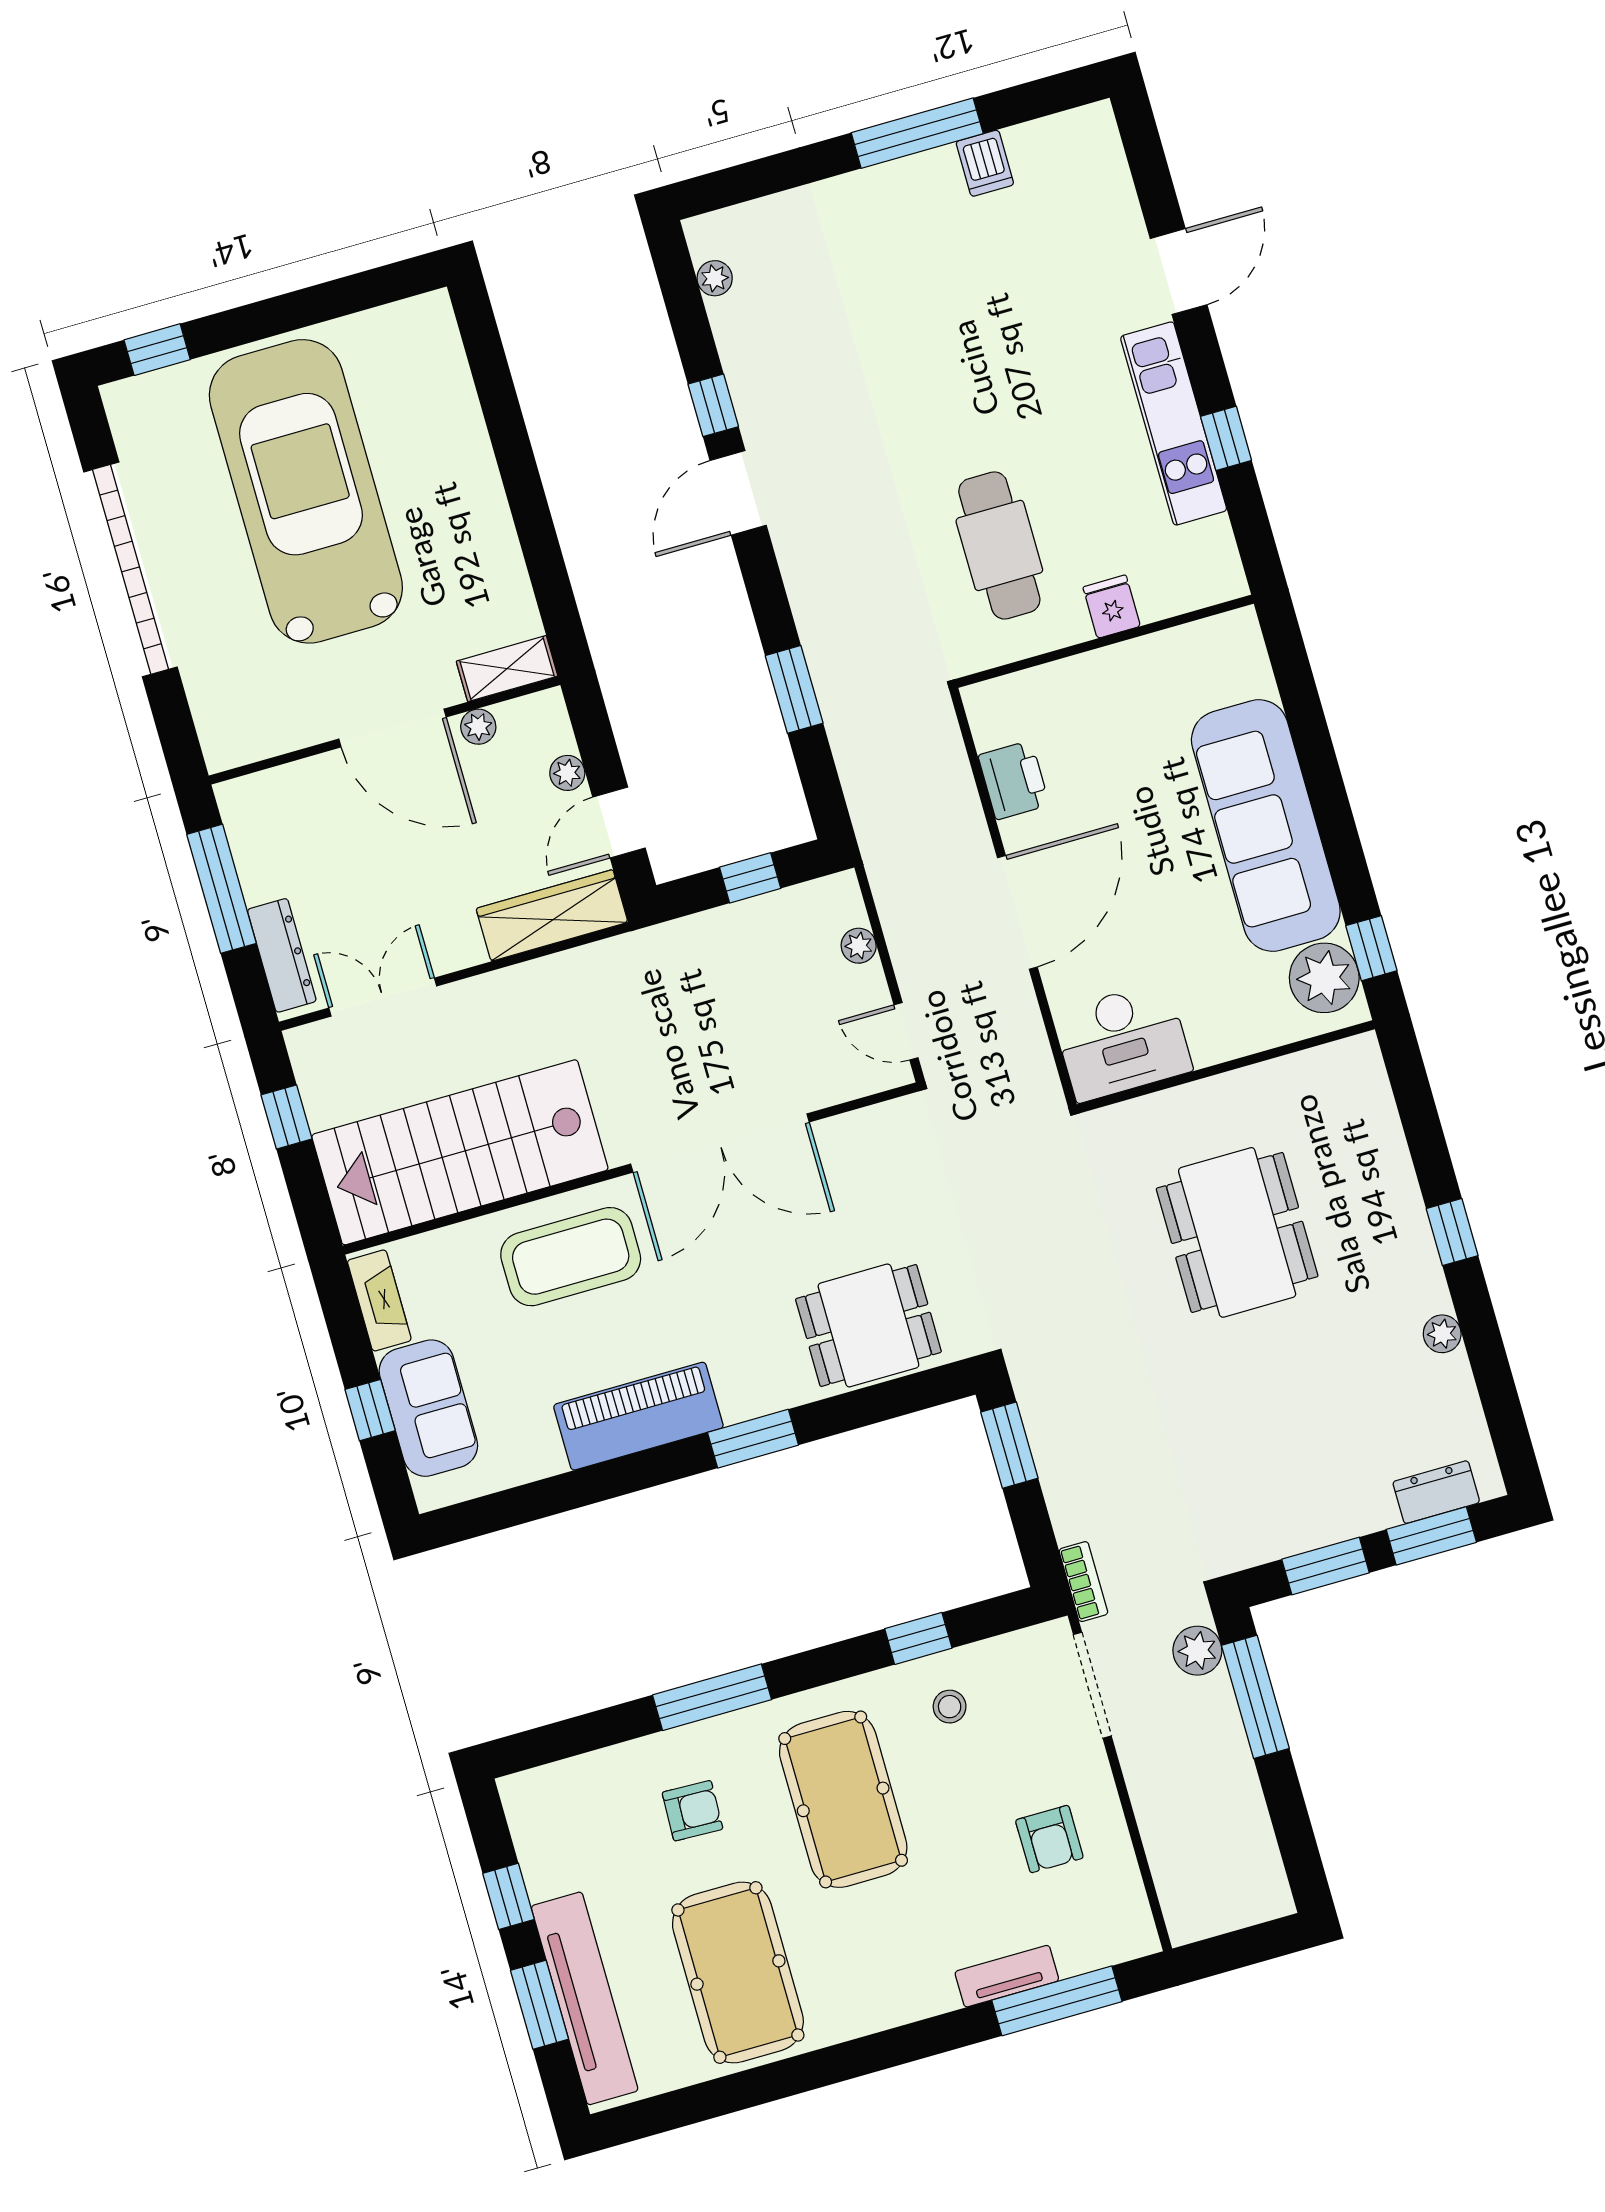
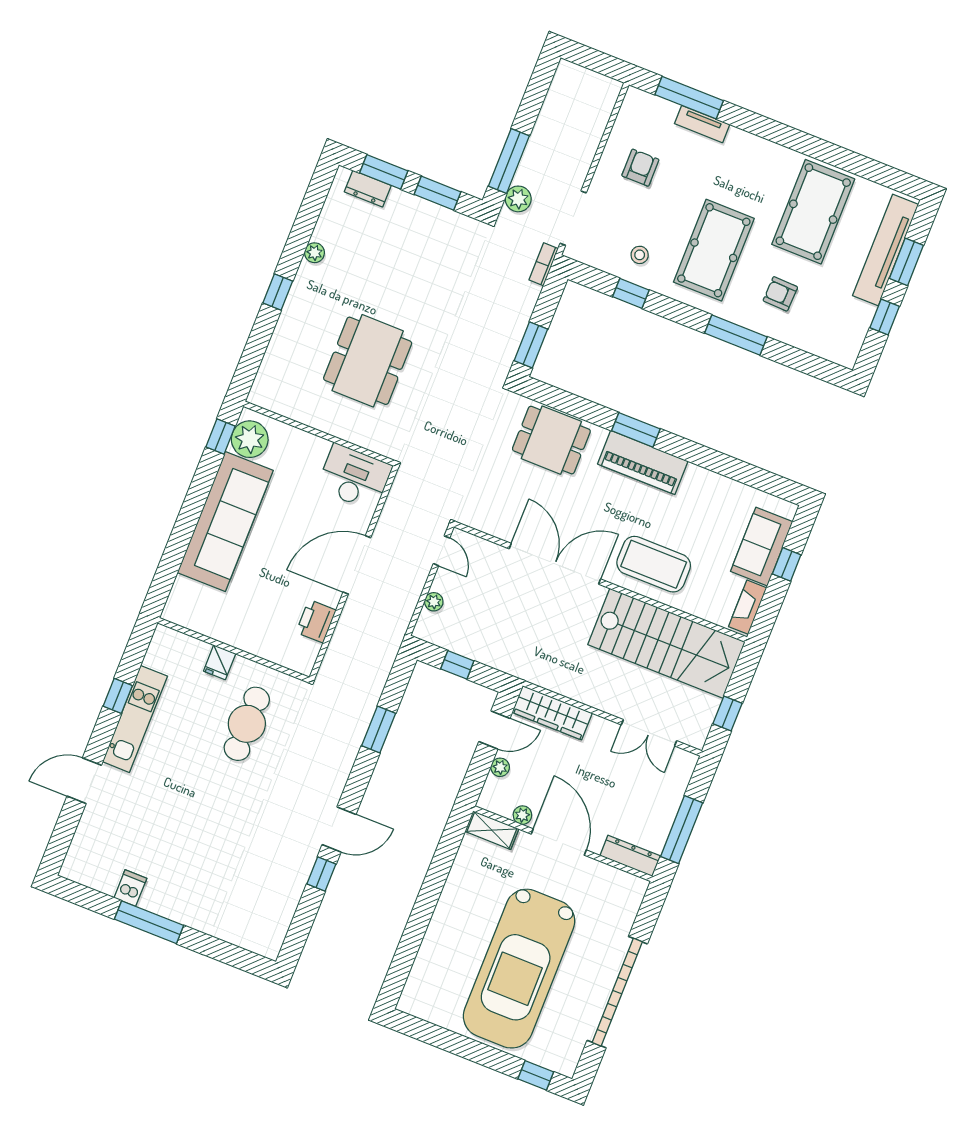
plant: (715, 278) -> (280, 927), removed
dresser: (282, 955) -> (630, 856), moved, turned 90
piano: (638, 1416) -> (643, 463), moved

